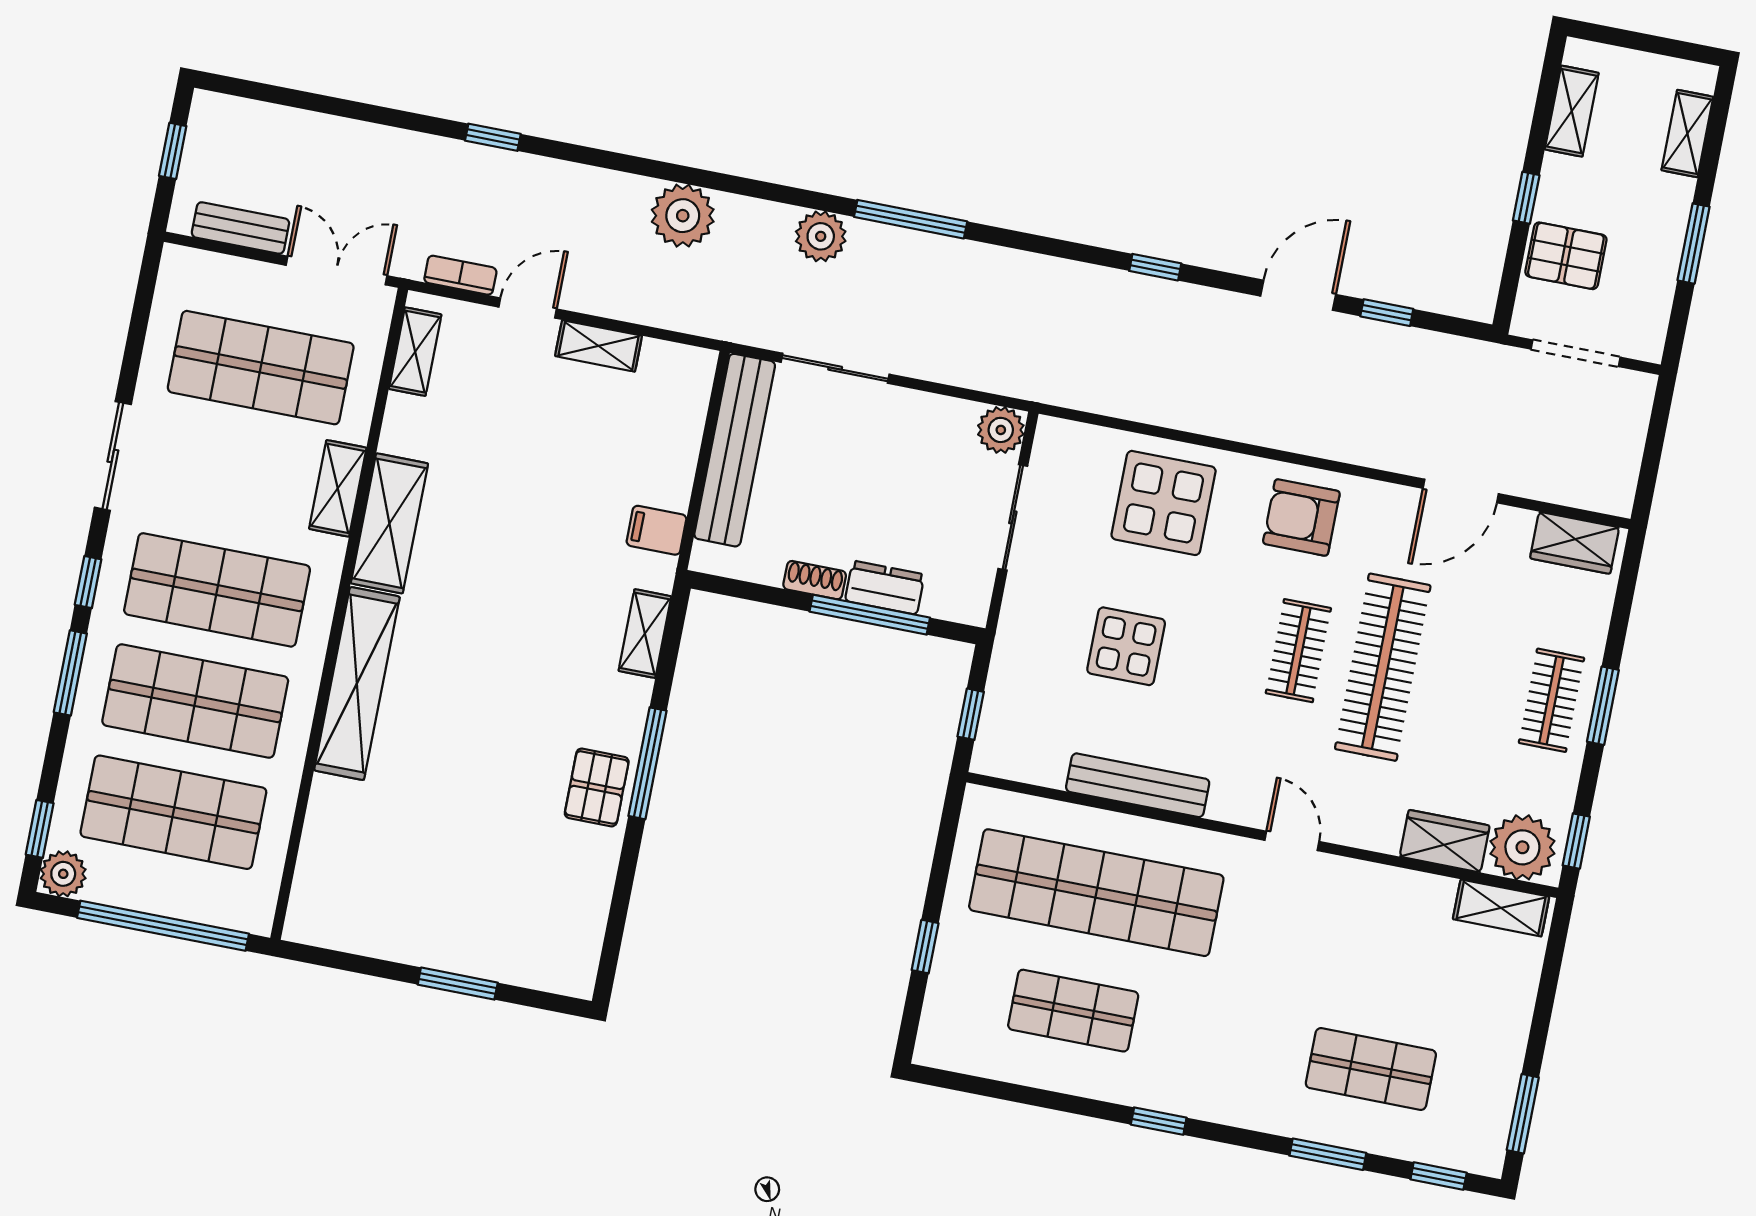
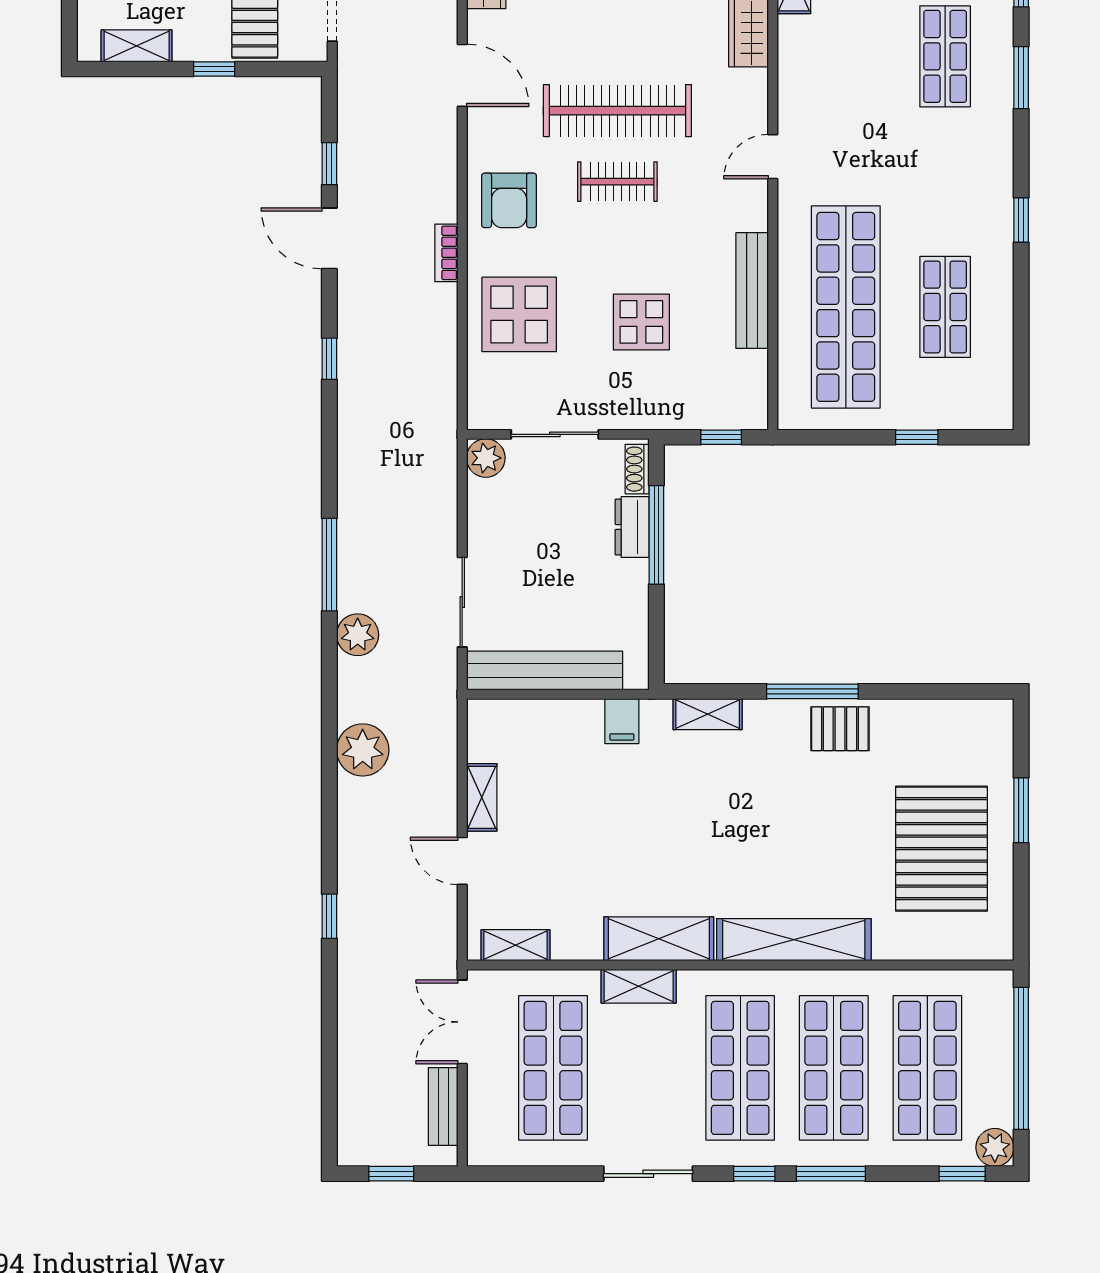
bookcase: (460, 275) -> (446, 253), moved
shoe rack: (815, 580) -> (637, 469), moved
pallet: (431, 880) -> (942, 849), added

